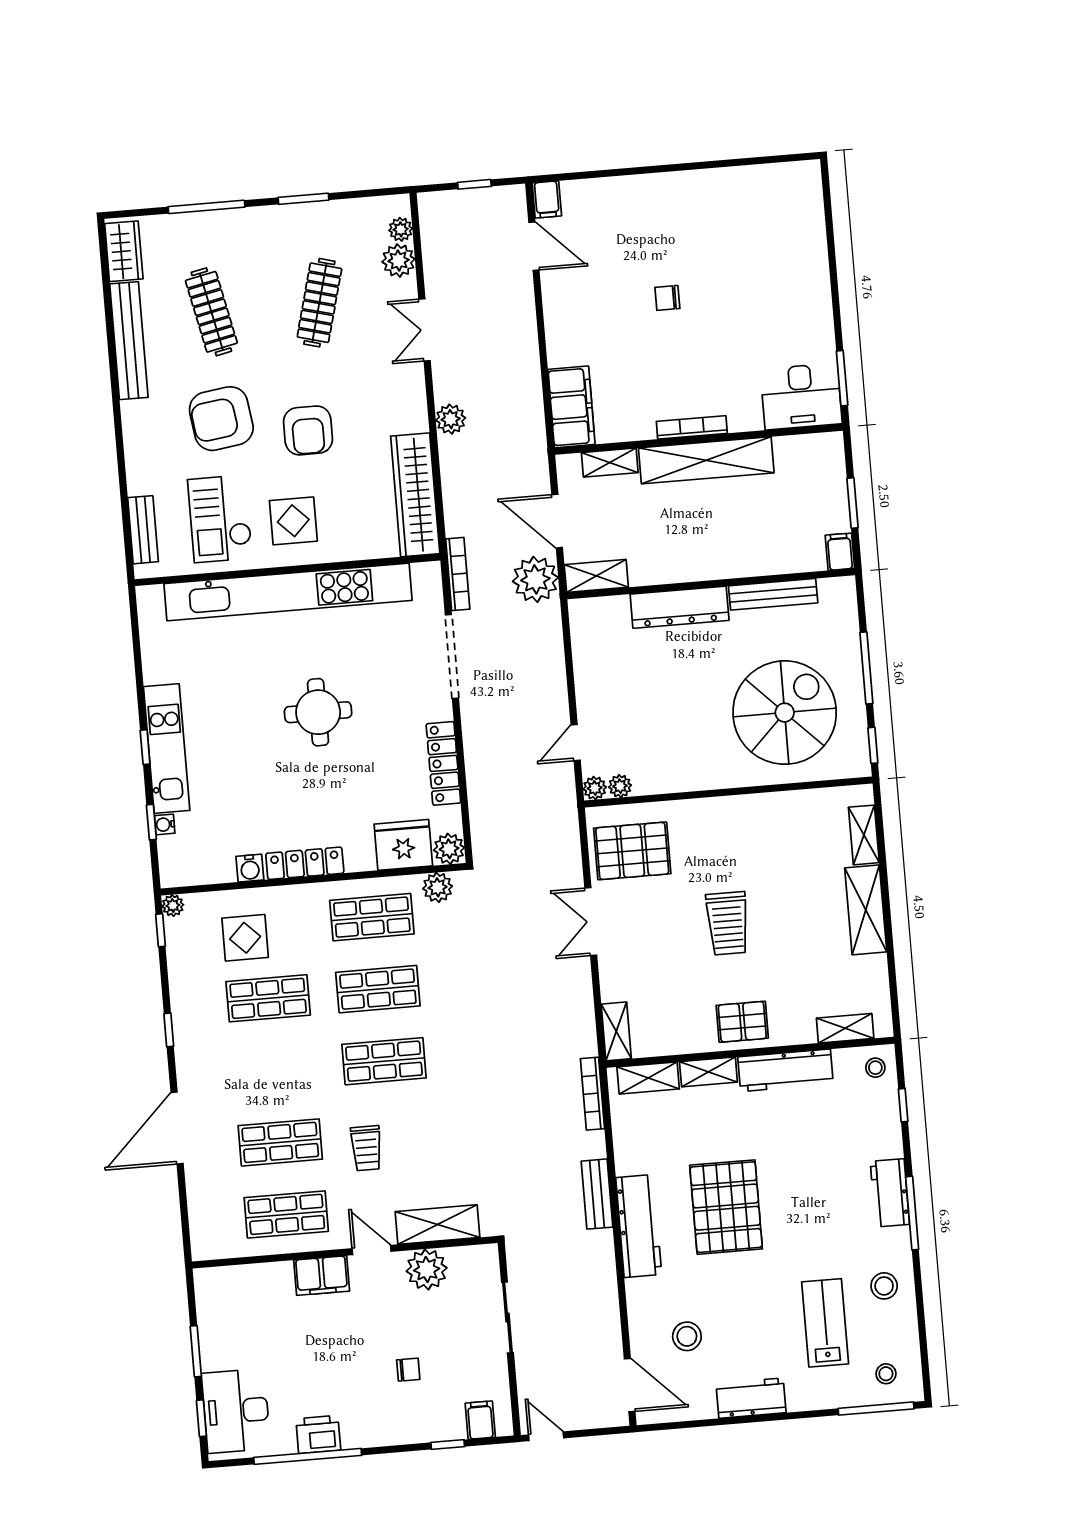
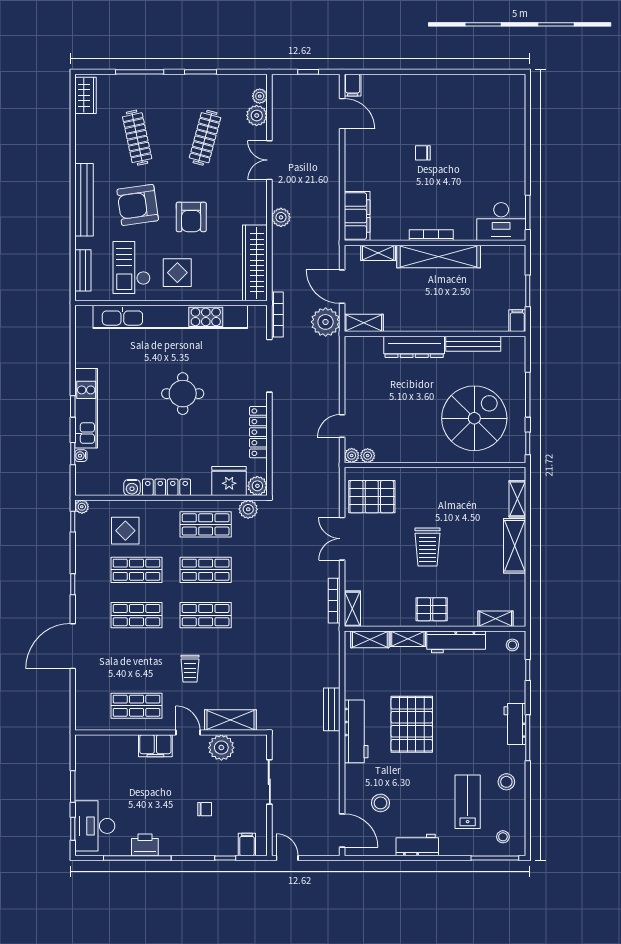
bench: (129, 341) -> (84, 200), moved
bookcase: (592, 1094) -> (334, 601), moved
shop shelf: (280, 1142) -> (137, 615), moved

